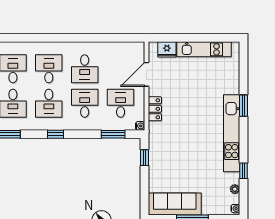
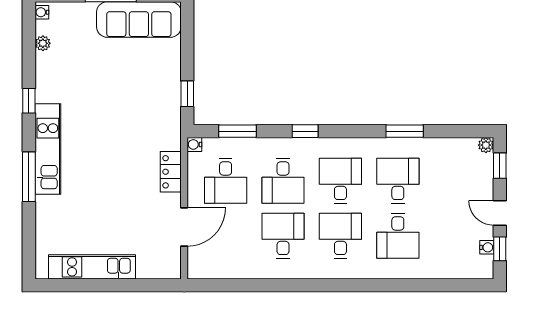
fridge: (167, 49) -> (151, 267), removed
desk: (49, 69) -> (340, 236), turned 180
window: (243, 106) -> (29, 177), width x1.44
kitchen unit: (232, 133) -> (48, 149), width x0.73
window: (56, 134) -> (305, 131), moved
window: (243, 171) -> (29, 101), moved

